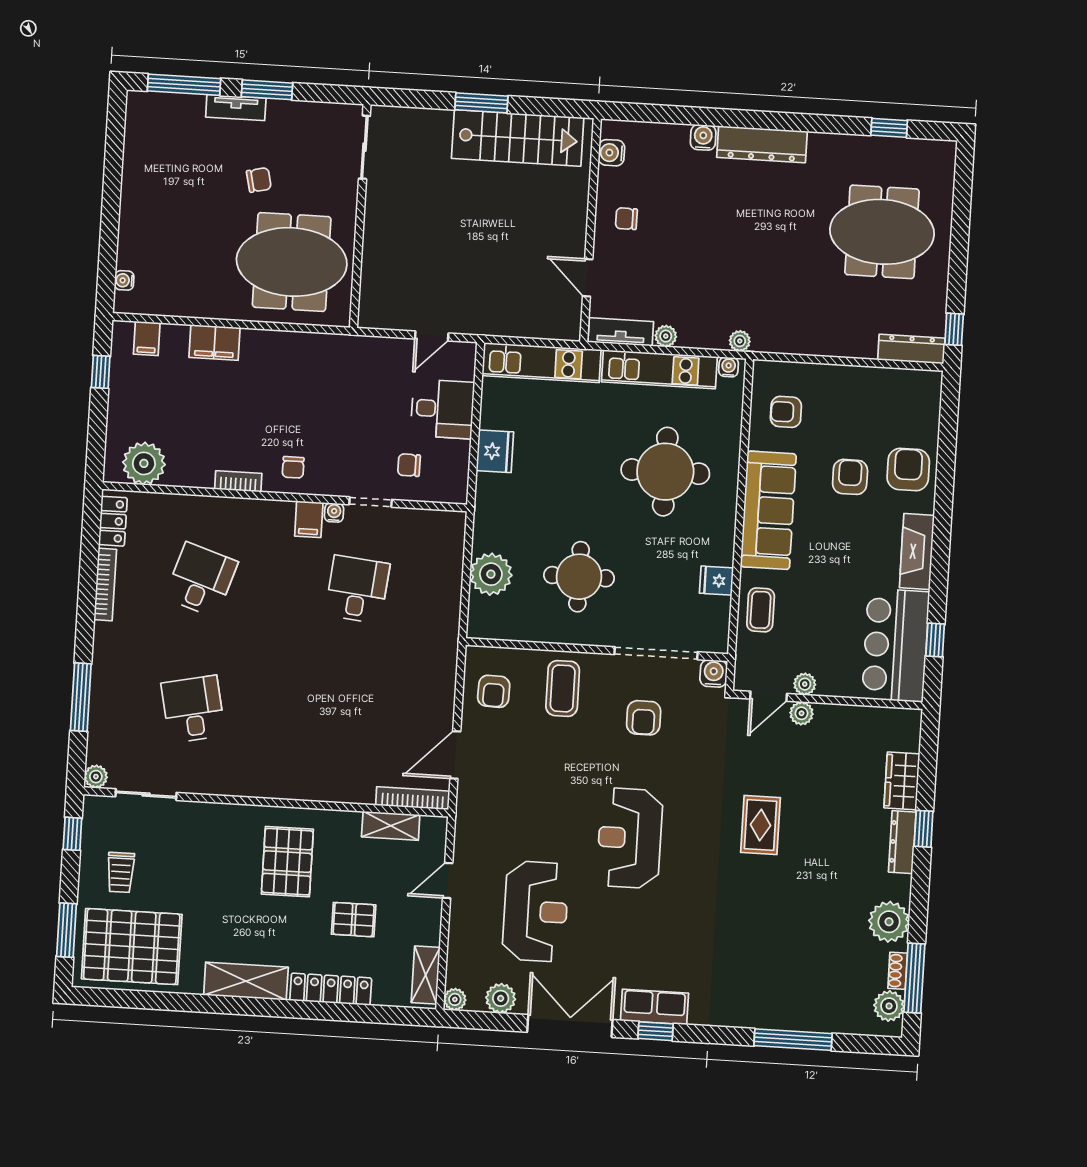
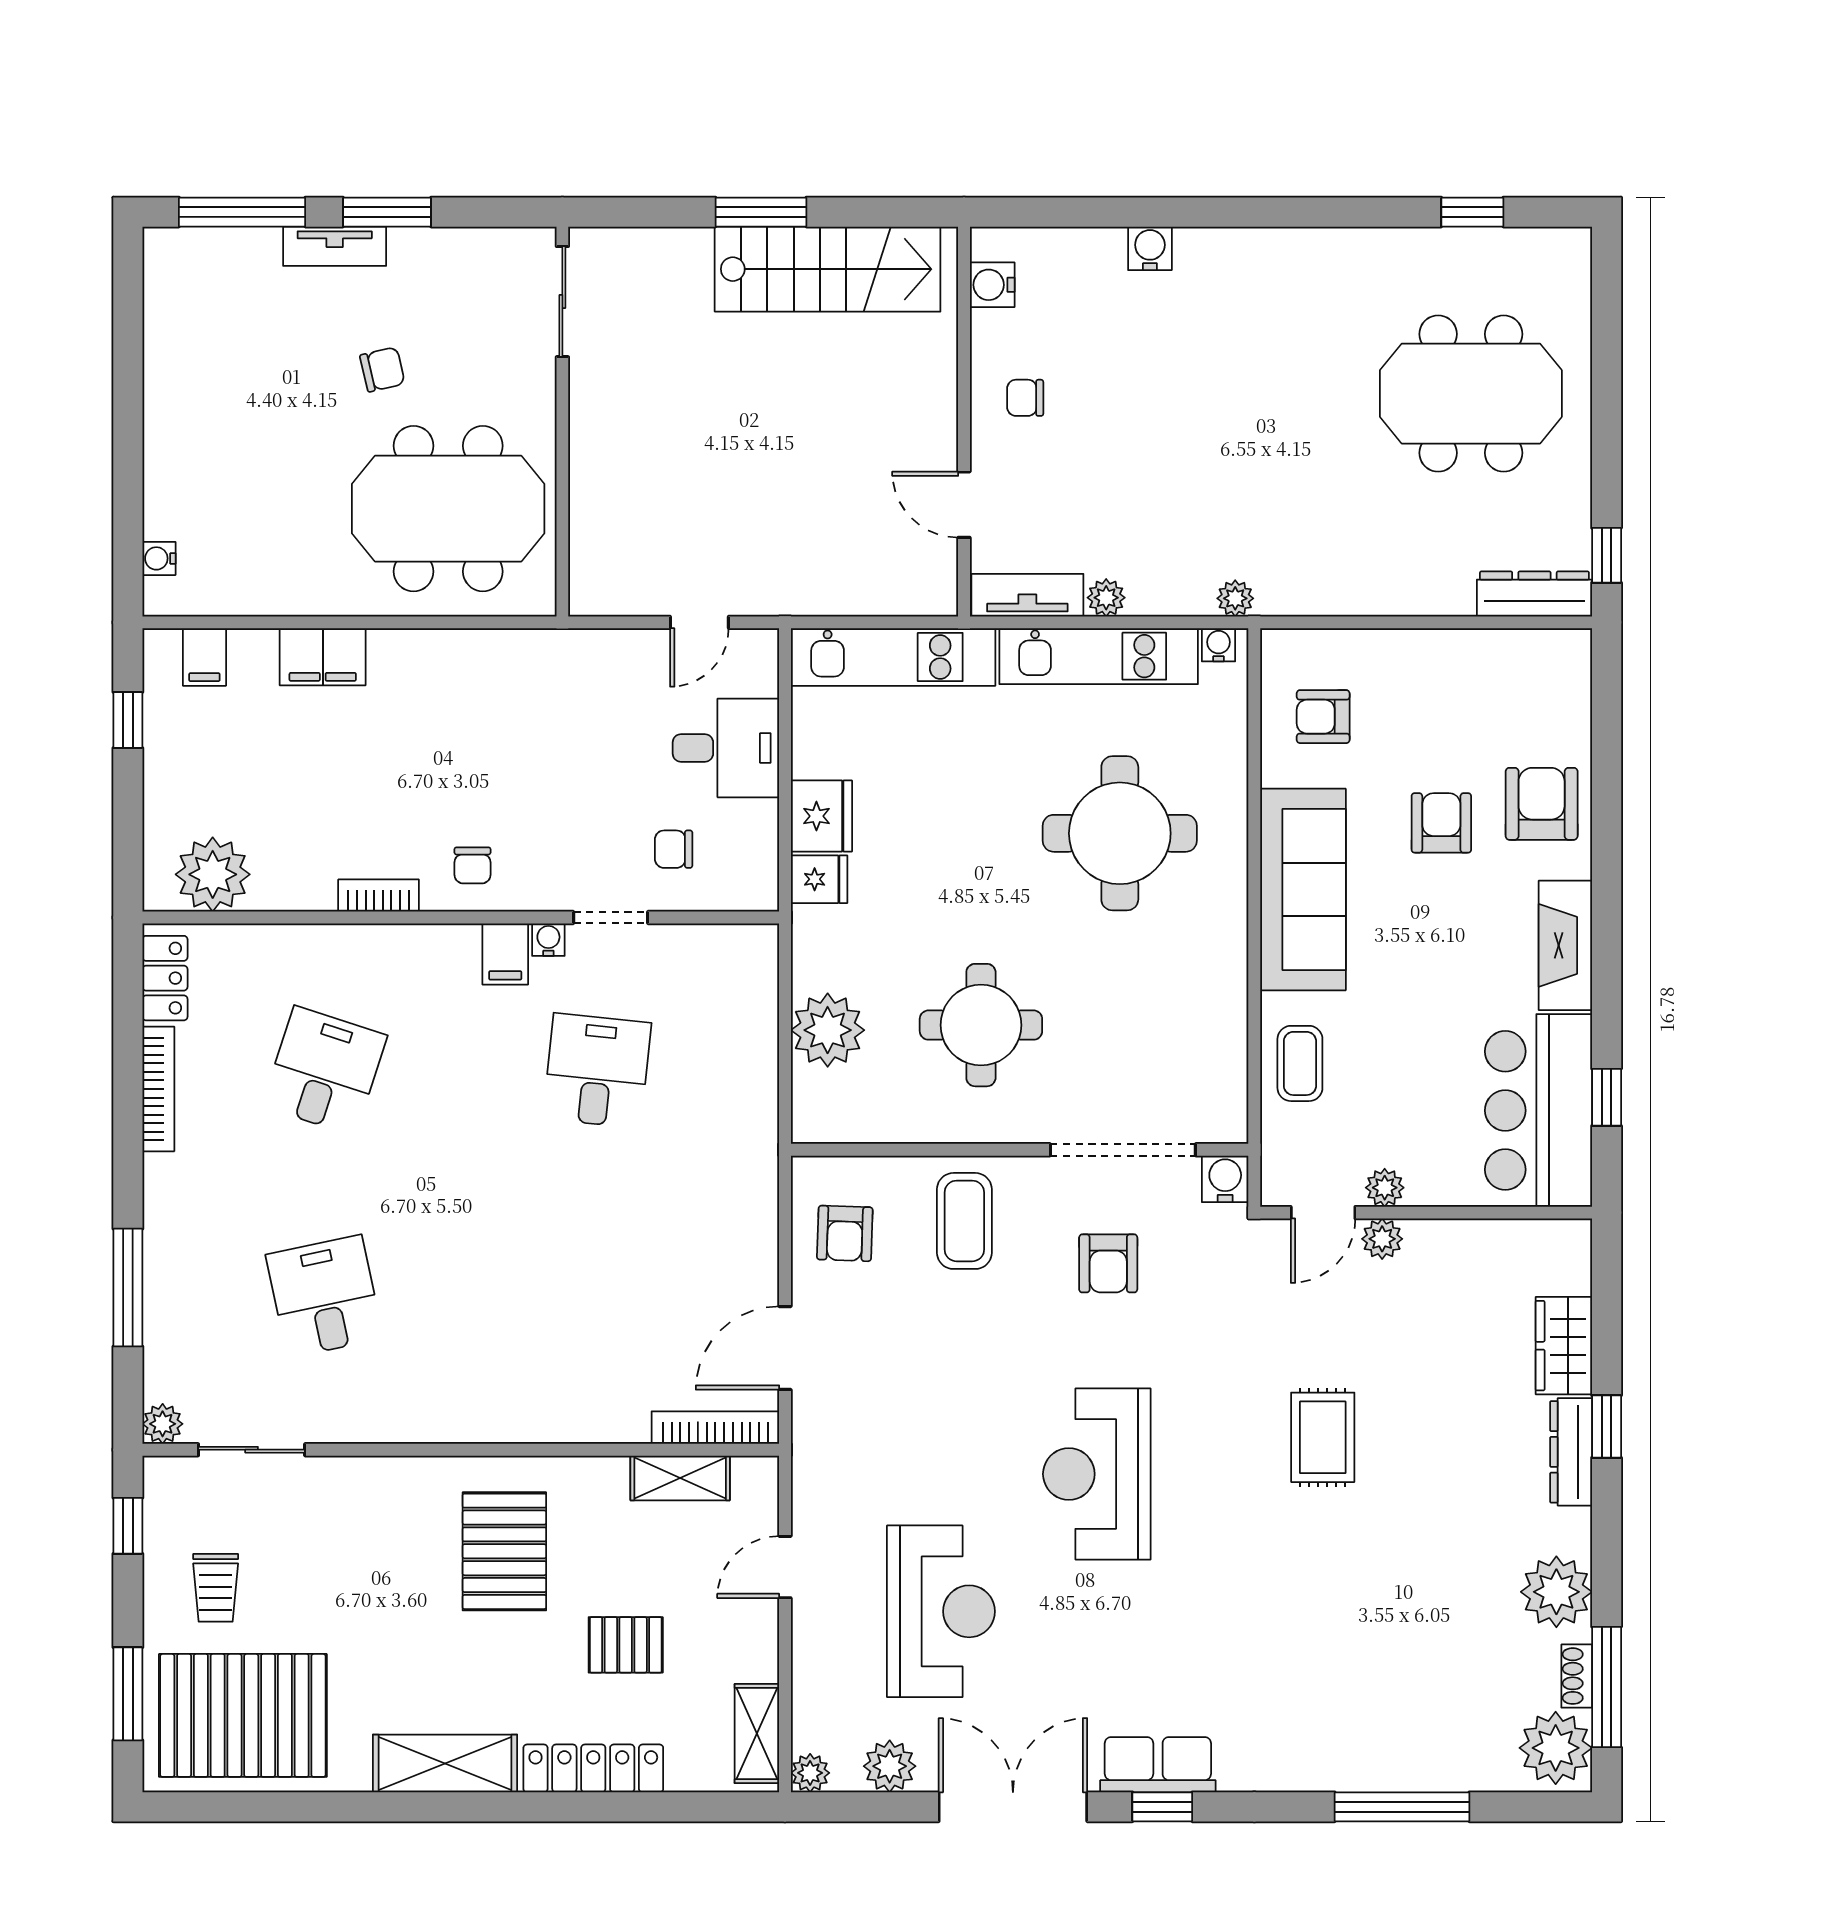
dresser: (762, 144) -> (1253, 254), removed
fridge: (716, 581) -> (819, 879), moved, turned 180
plant: (889, 1006) -> (1556, 1748), width x1.36, depth x1.36

